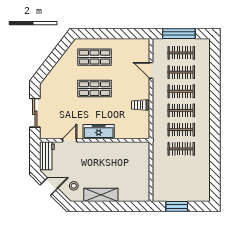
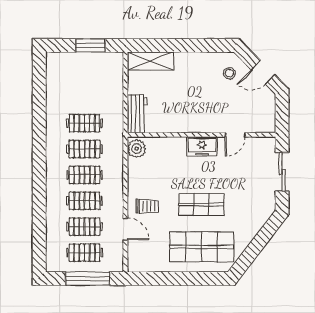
shop shelf: (95, 57) -> (201, 247), width x1.43, depth x1.36
trolley: (140, 105) -> (147, 206), moved
plant: (143, 130) -> (137, 149), added
freezer: (99, 132) -> (202, 146), width x0.71
workbench: (47, 156) -> (137, 114), moved, turned 180
shelving: (101, 195) -> (150, 61), moved

